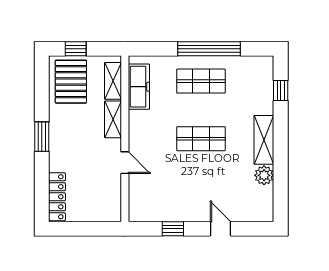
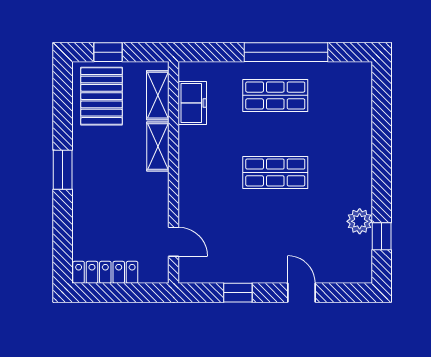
freezer: (139, 87) -> (192, 103), width x0.71
window: (281, 90) -> (382, 236), moved
shelving: (264, 140) -> (359, 174), removed
door: (125, 163) -> (174, 242), moved
locker: (57, 197) -> (105, 272), moved, turned -90

